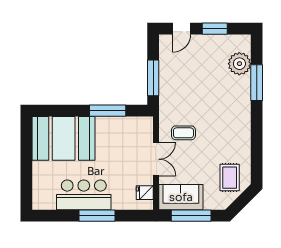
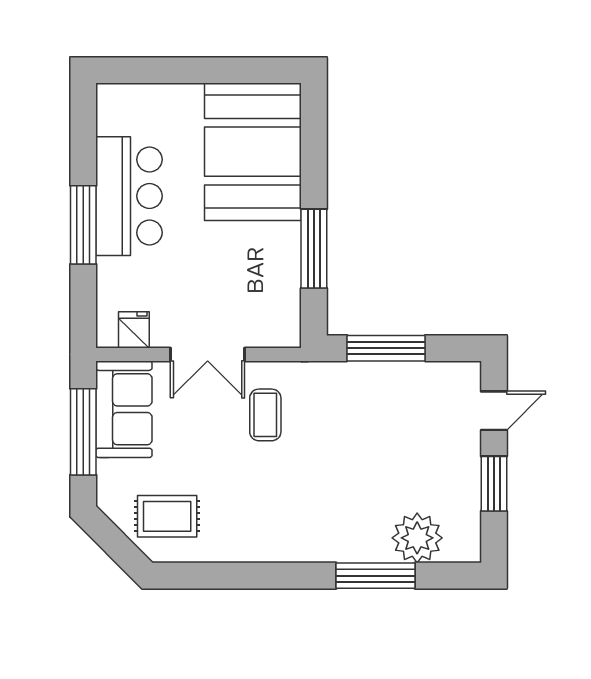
door: (182, 29) -> (494, 411), swing flipped

